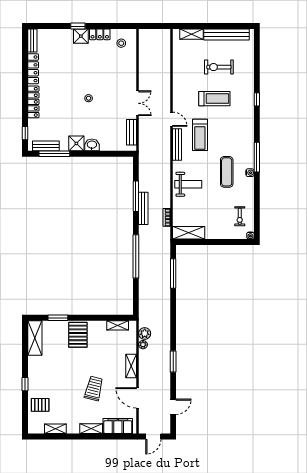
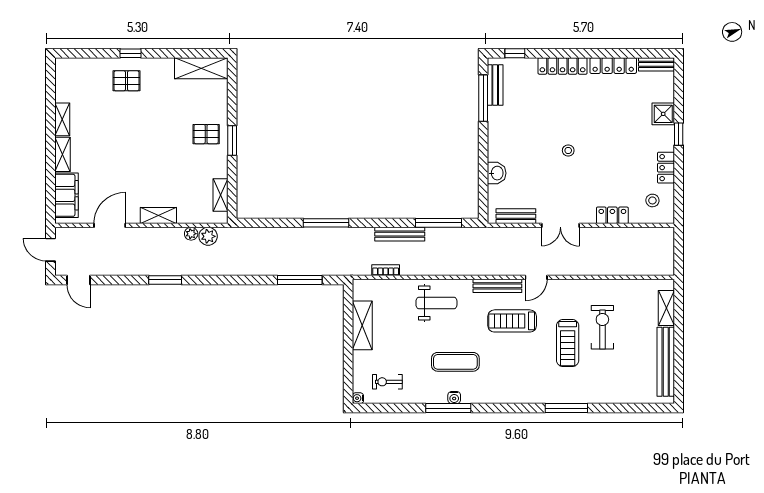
shower: (81, 36) -> (663, 114), moved
exercise bike: (219, 67) -> (602, 327), moved
locker: (131, 69) -> (612, 215), added
window: (257, 99) -> (566, 408), width x2.17
shower: (76, 143) -> (499, 132), removed
washbasin: (92, 145) -> (497, 173), moved
window: (257, 157) -> (448, 408), moved
weight bench: (188, 184) -> (436, 303), turned -90
window: (136, 196) -> (438, 223), moved
shelving: (189, 233) -> (362, 325), moved
window: (136, 256) -> (326, 223), width x0.68
window: (58, 318) -> (232, 141), moved
pallet: (78, 335) -> (206, 134), width x0.67, depth x0.71
trolley: (94, 388) -> (124, 158), removed
pallet: (40, 405) -> (126, 81), moved, turned 90
door: (173, 407) -> (78, 280), moved
shelving: (55, 429) -> (62, 119), moved

